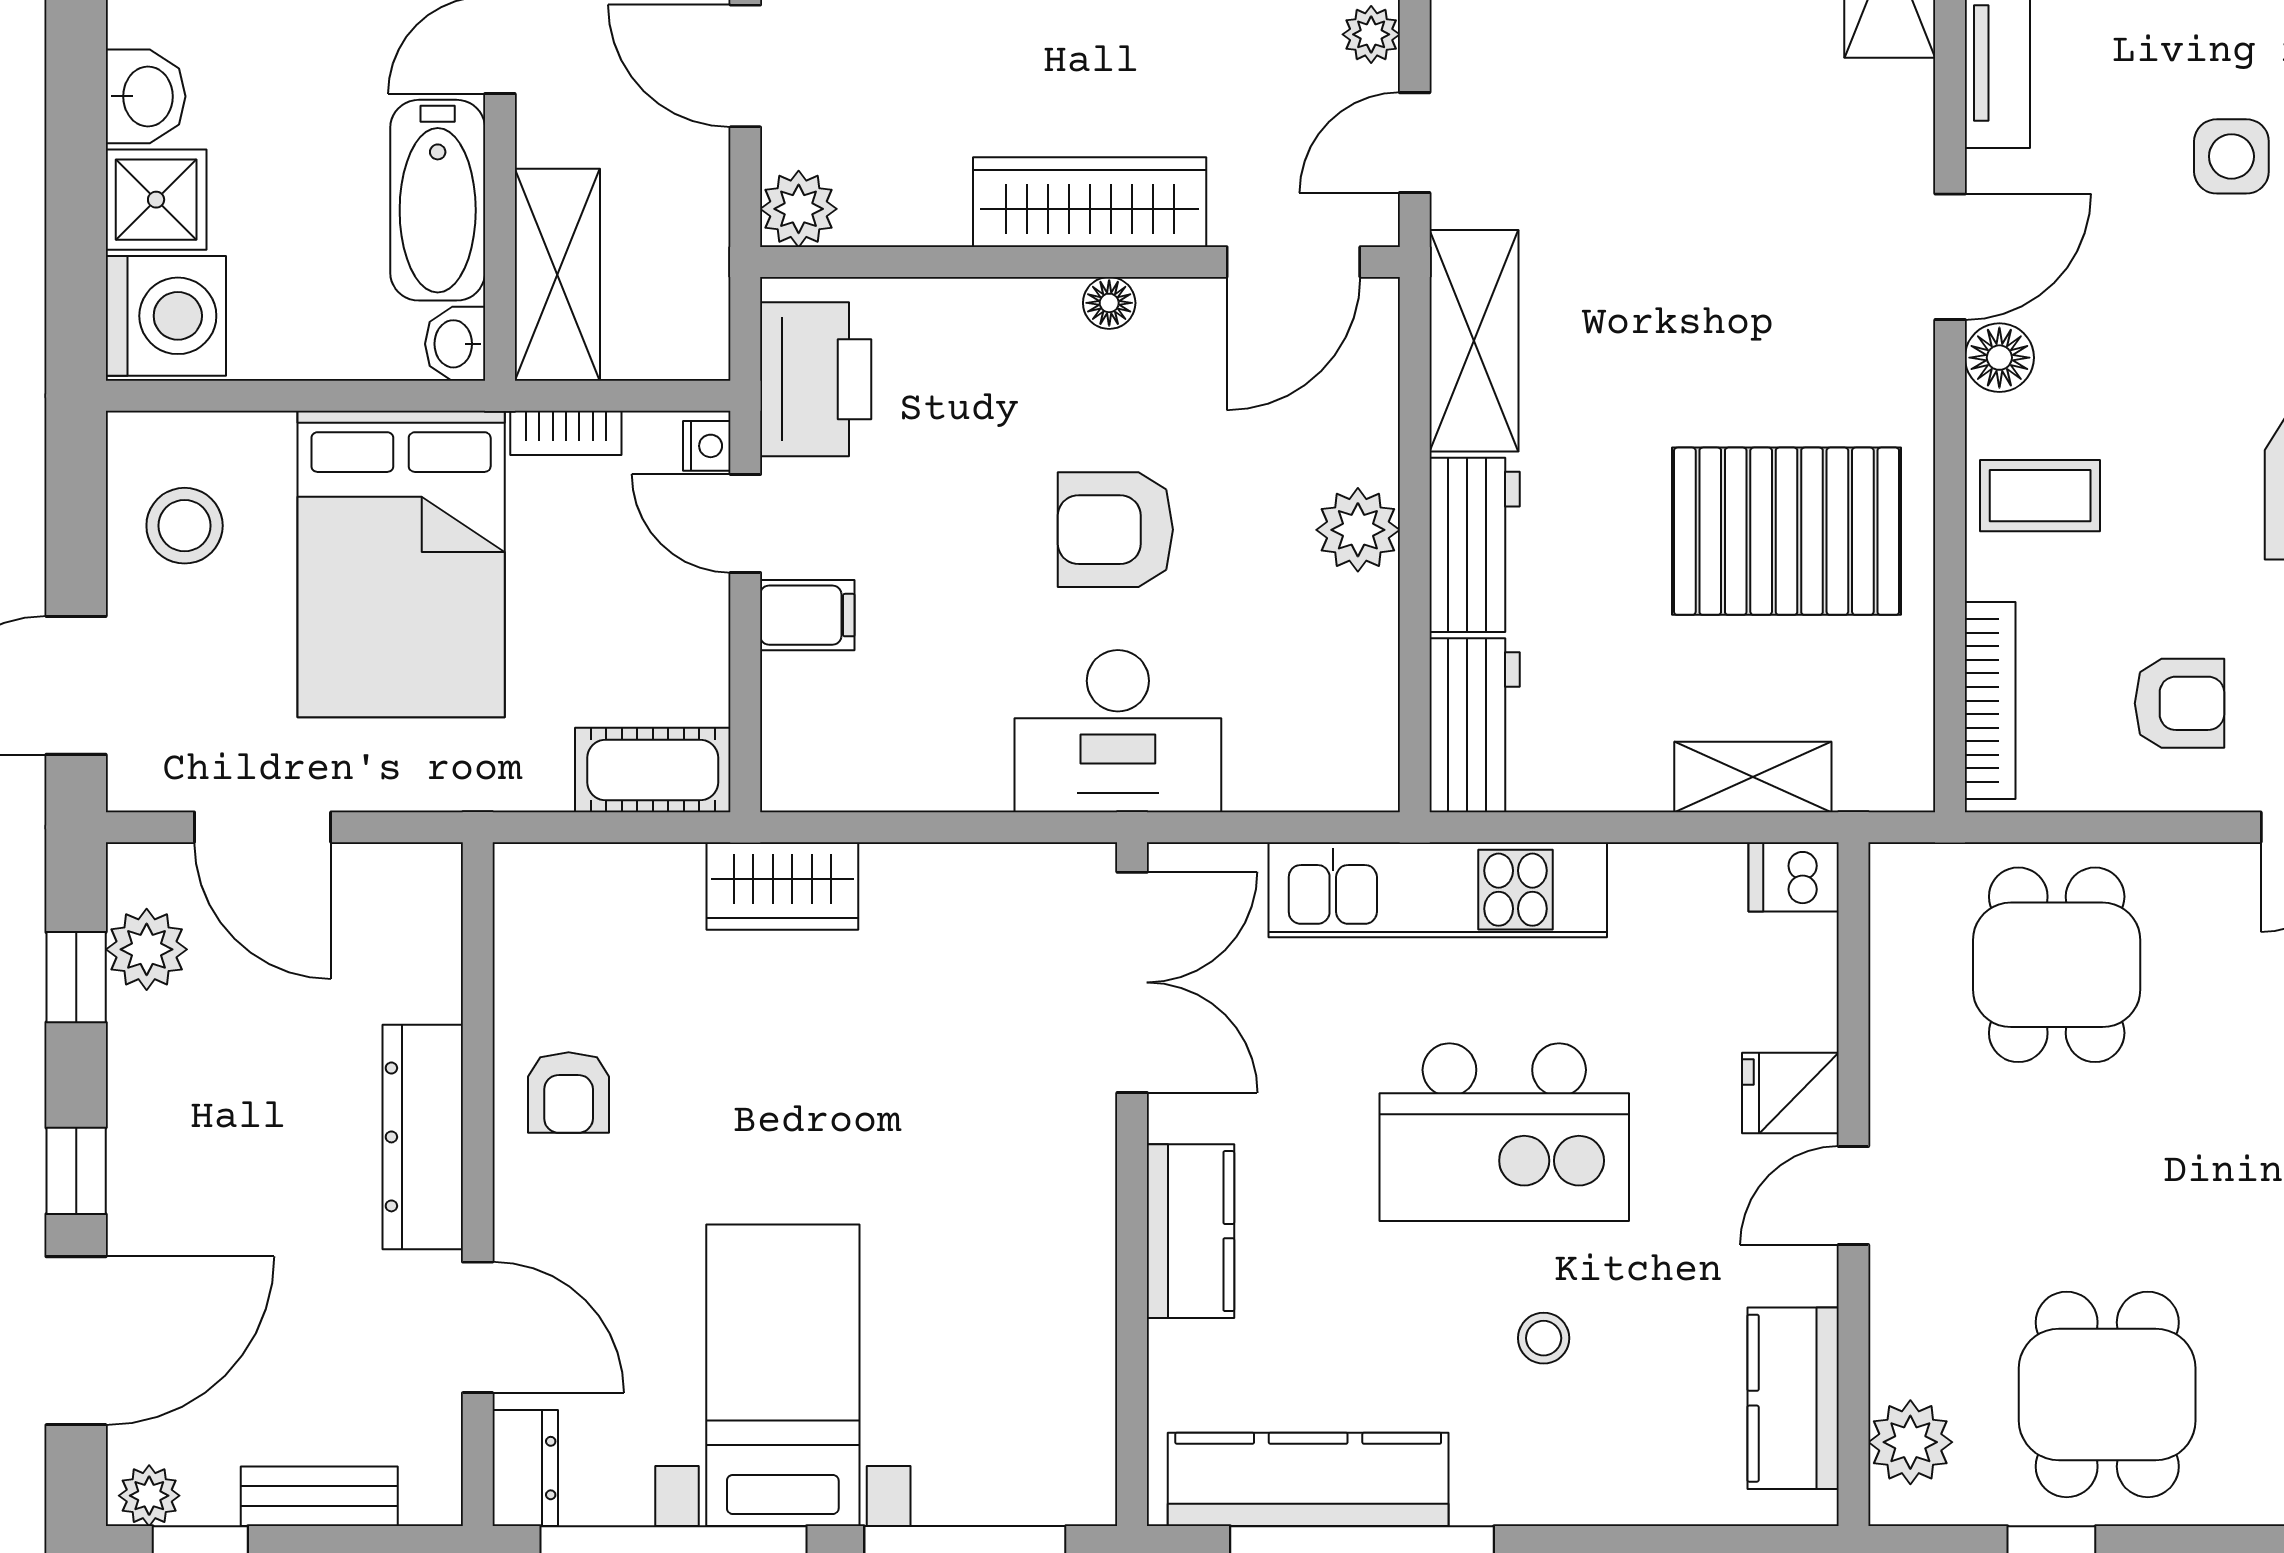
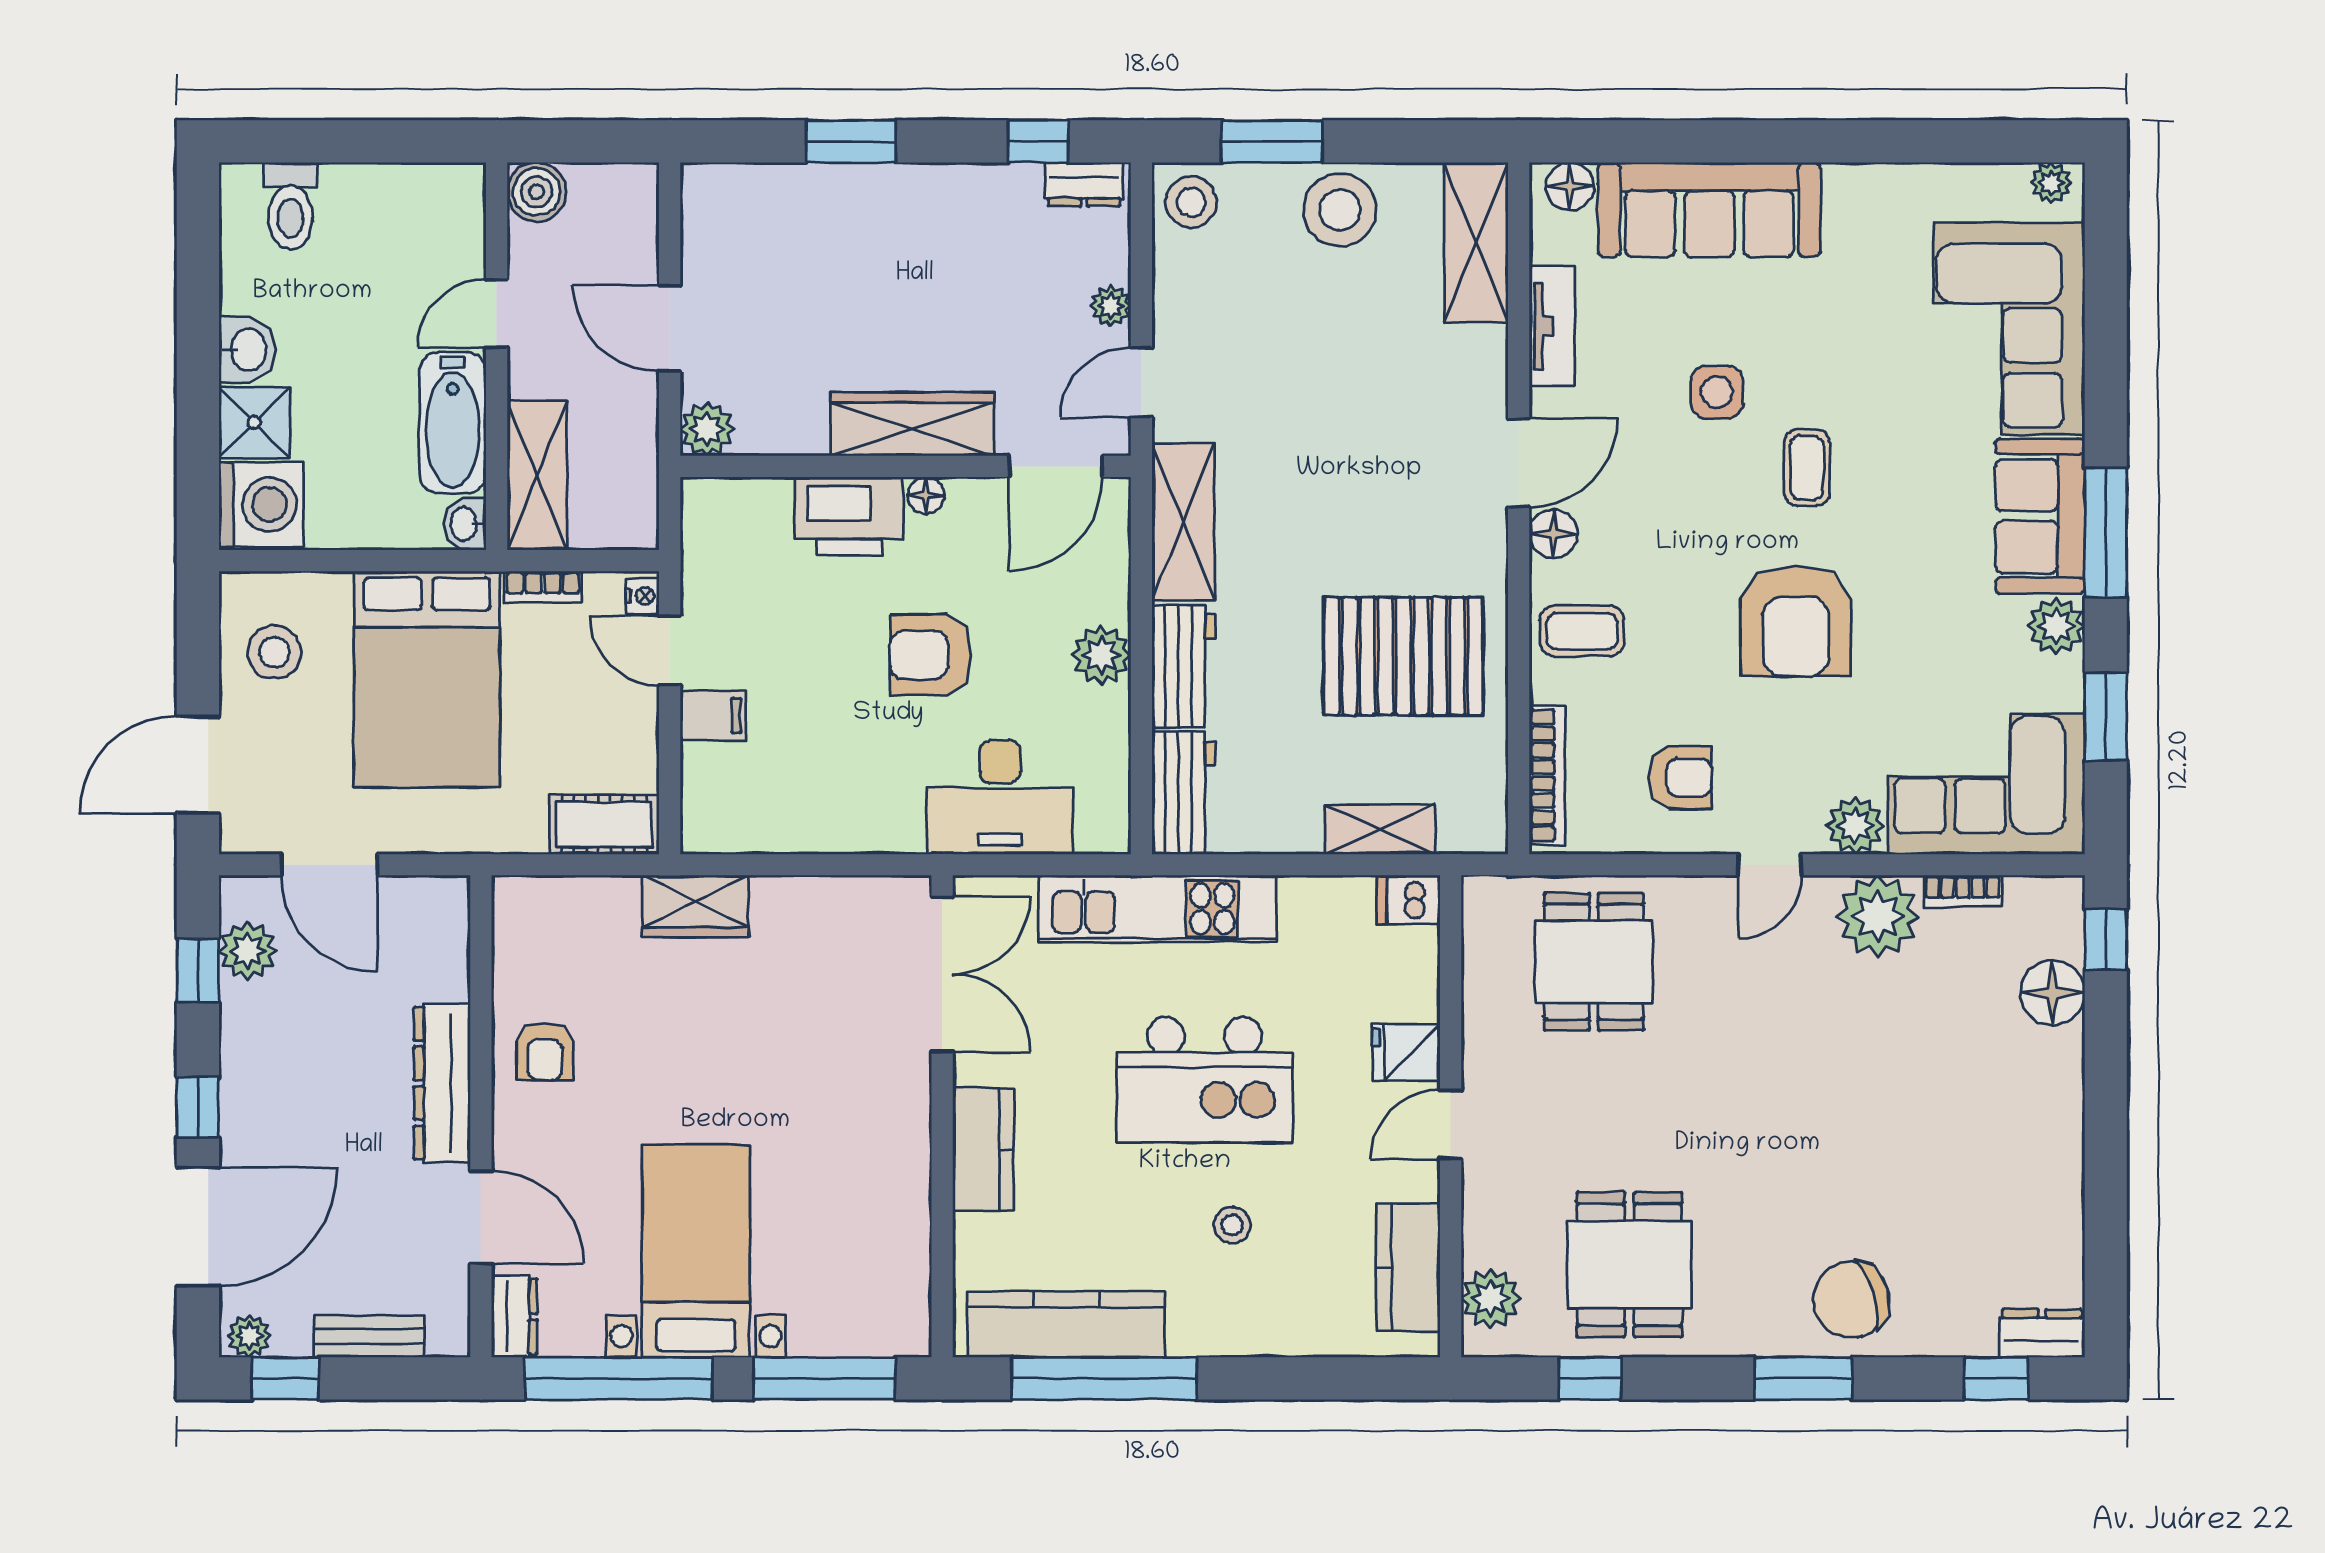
printer: (816, 379) -> (849, 516), moved, turned 90
desk: (1118, 731) -> (1000, 797), moved

